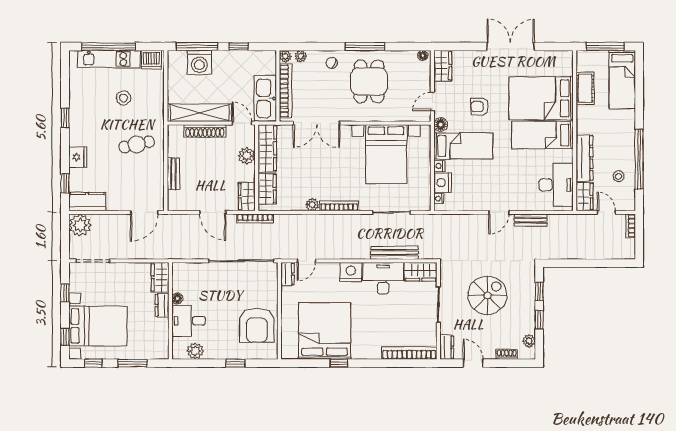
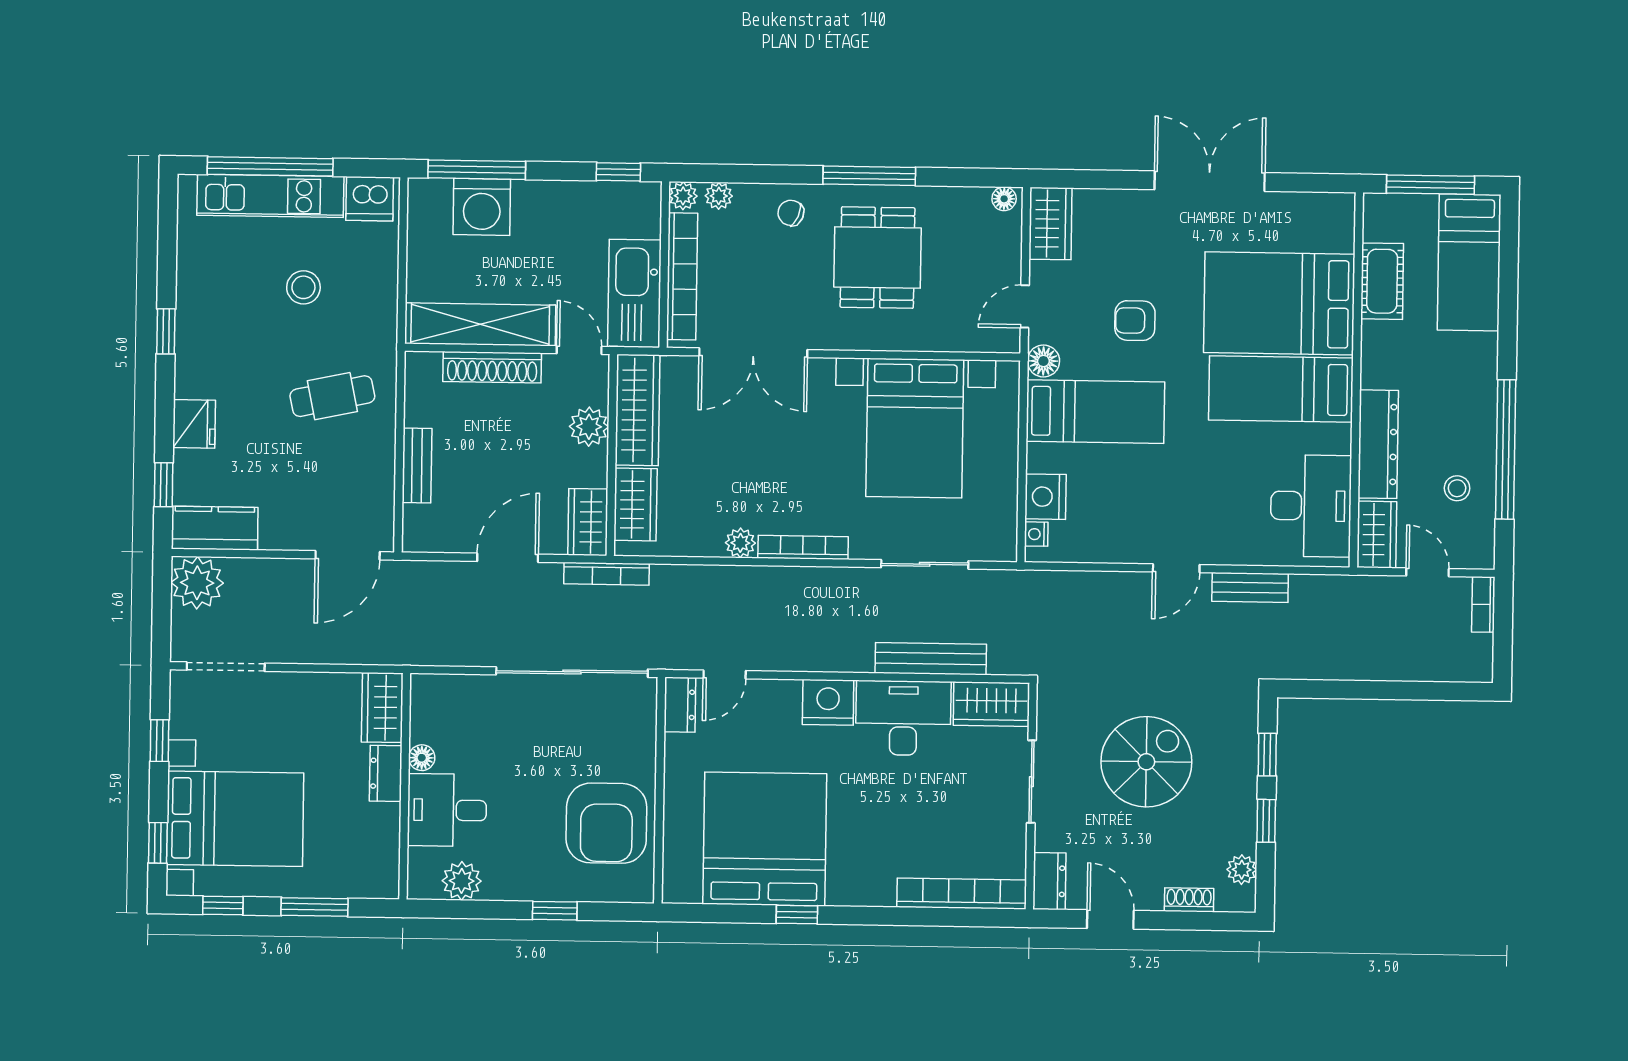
window: (238, 47) -> (618, 172), moved
nightstand: (439, 166) -> (1038, 458), removed
door: (213, 212) -> (508, 558), swing flipped

